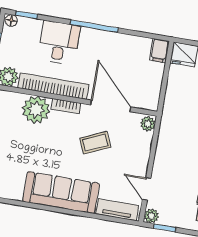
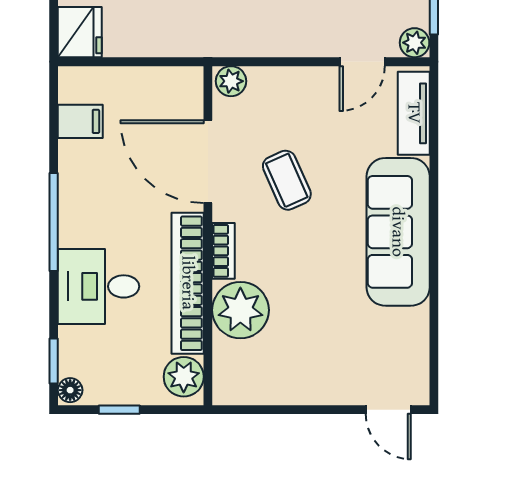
filing cabinet: (159, 51) -> (80, 121), moved
door: (111, 106) -> (208, 162), hinge flipped

